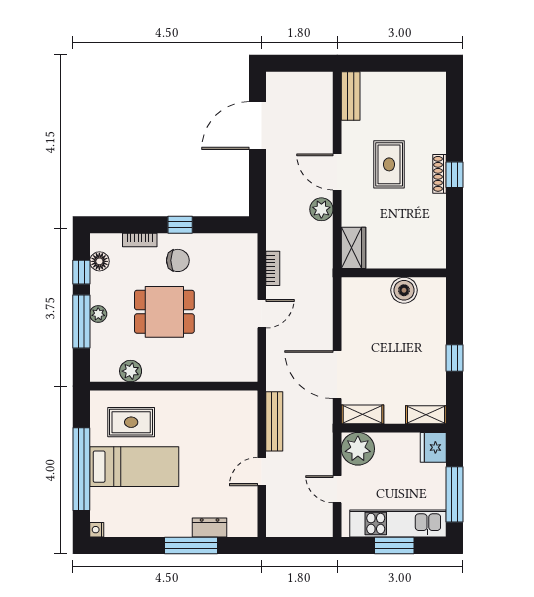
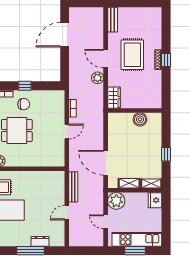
rug: (389, 164) -> (132, 55), width x1.36, depth x1.43
shelving: (363, 414) -> (129, 183), moved
window: (455, 494) -> (166, 224), removed

